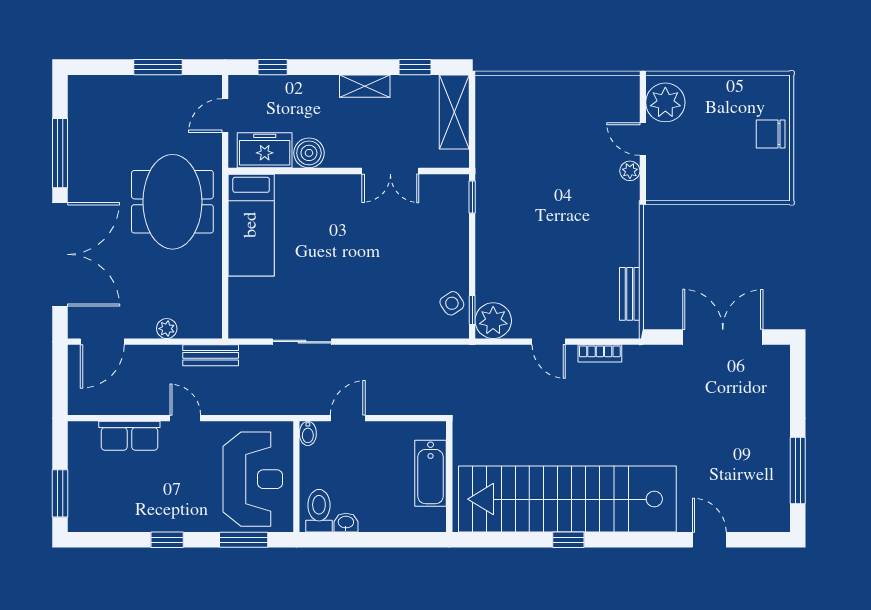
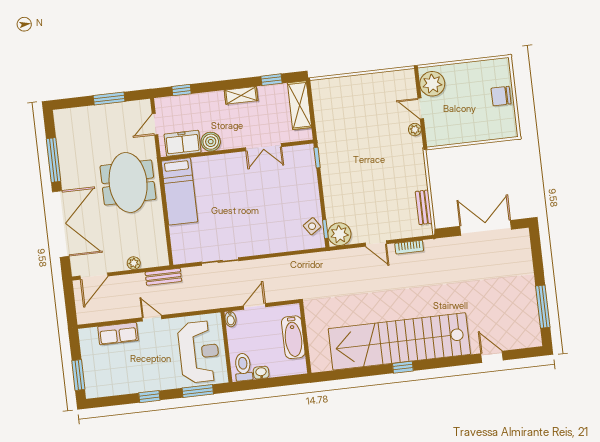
bathtub: (431, 473) -> (293, 337), moved
wall: (449, 477) -> (305, 338), moved

